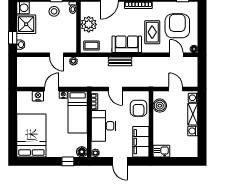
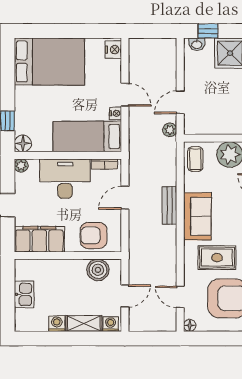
door: (176, 55) -> (180, 297), swing flipped
nightstand: (38, 96) -> (113, 50), moved
kitchen sink: (161, 151) -> (24, 294), moved

